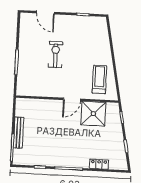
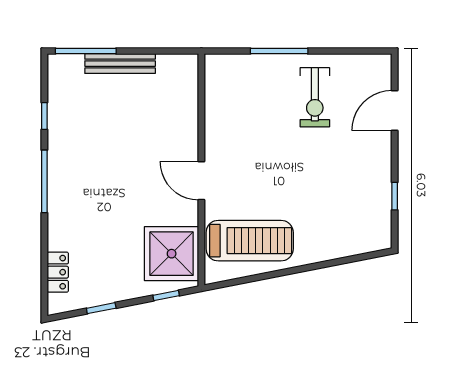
exercise bike: (55, 55) -> (315, 97), moved, turned 90
treadmill: (99, 79) -> (250, 241), width x1.37, depth x1.38
shower: (93, 114) -> (172, 254), moved
locker: (99, 164) -> (58, 272), moved

